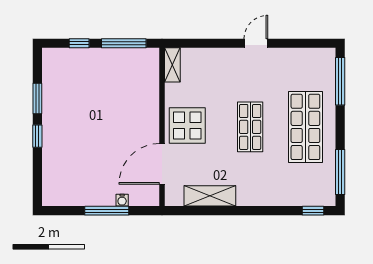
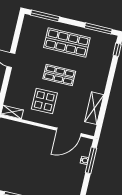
display table: (187, 125) -> (44, 101), moved
door: (162, 164) -> (69, 132), hinge flipped
window: (107, 211) -> (91, 160), moved

